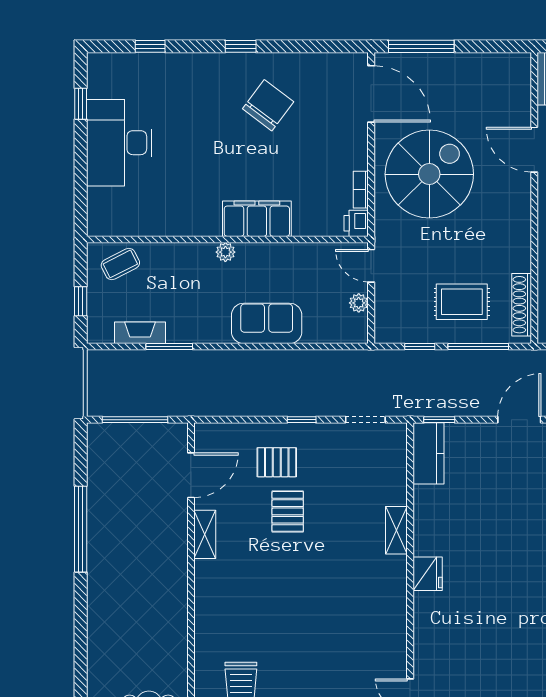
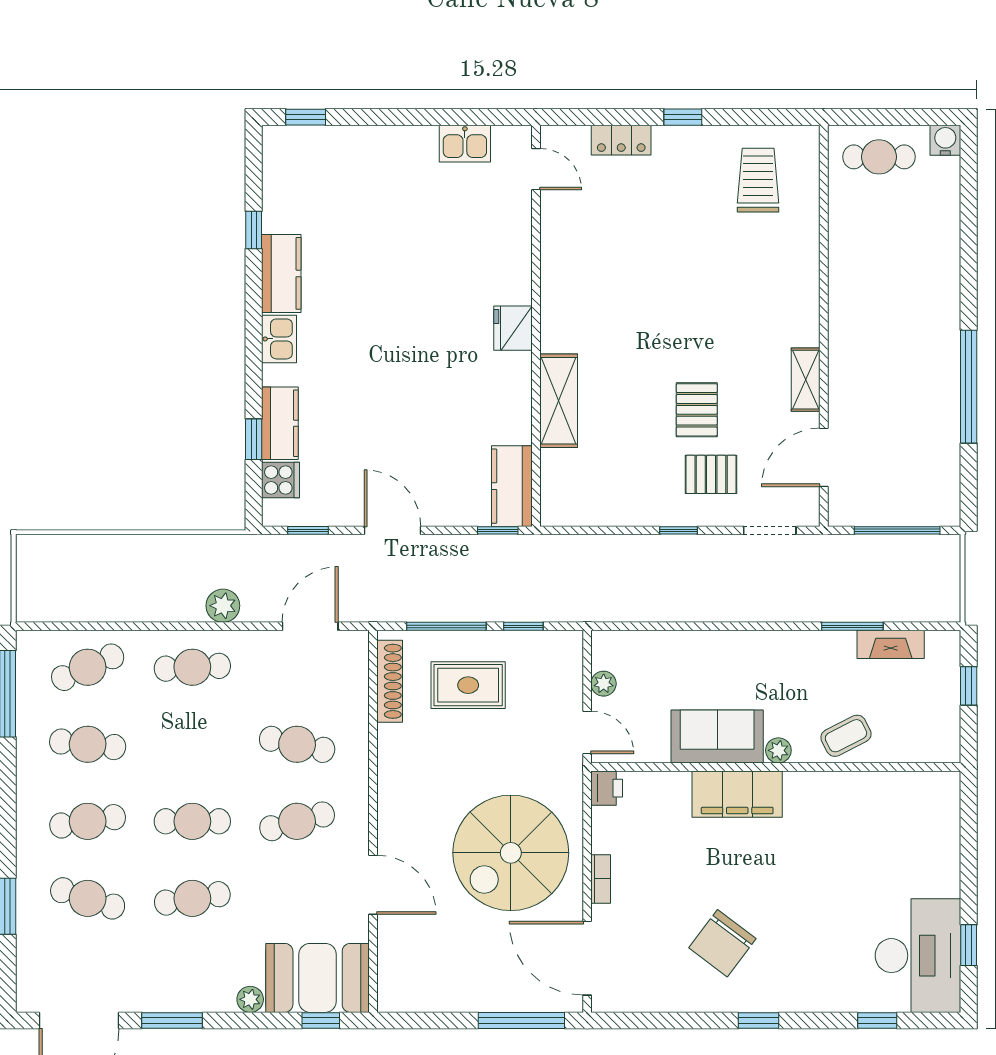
desk: (119, 143) -> (918, 956), moved
bookcase: (361, 190) -> (601, 879), moved
coffee table: (120, 264) -> (846, 736), moved
sofa: (267, 323) -> (717, 737), moved, turned 180
doorway: (365, 420) -> (770, 530), moved
door: (519, 420) -> (393, 530), swing flipped
shelving: (396, 530) -> (559, 401), width x1.50, depth x1.33

